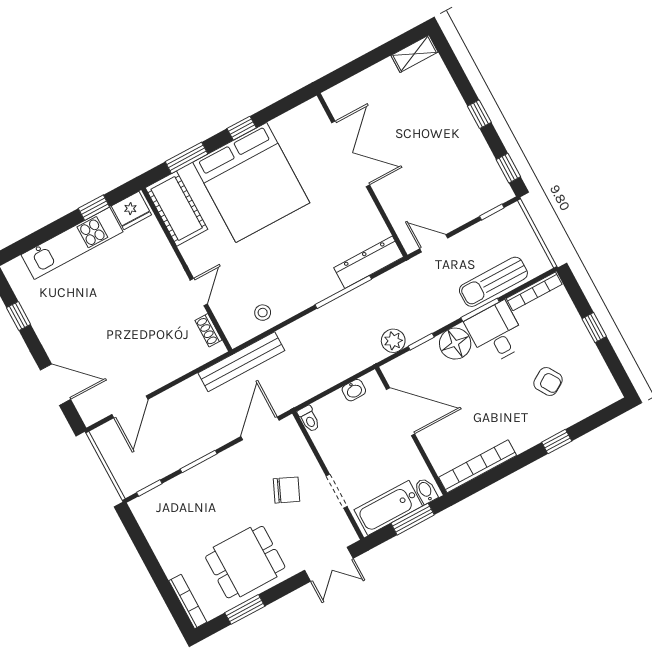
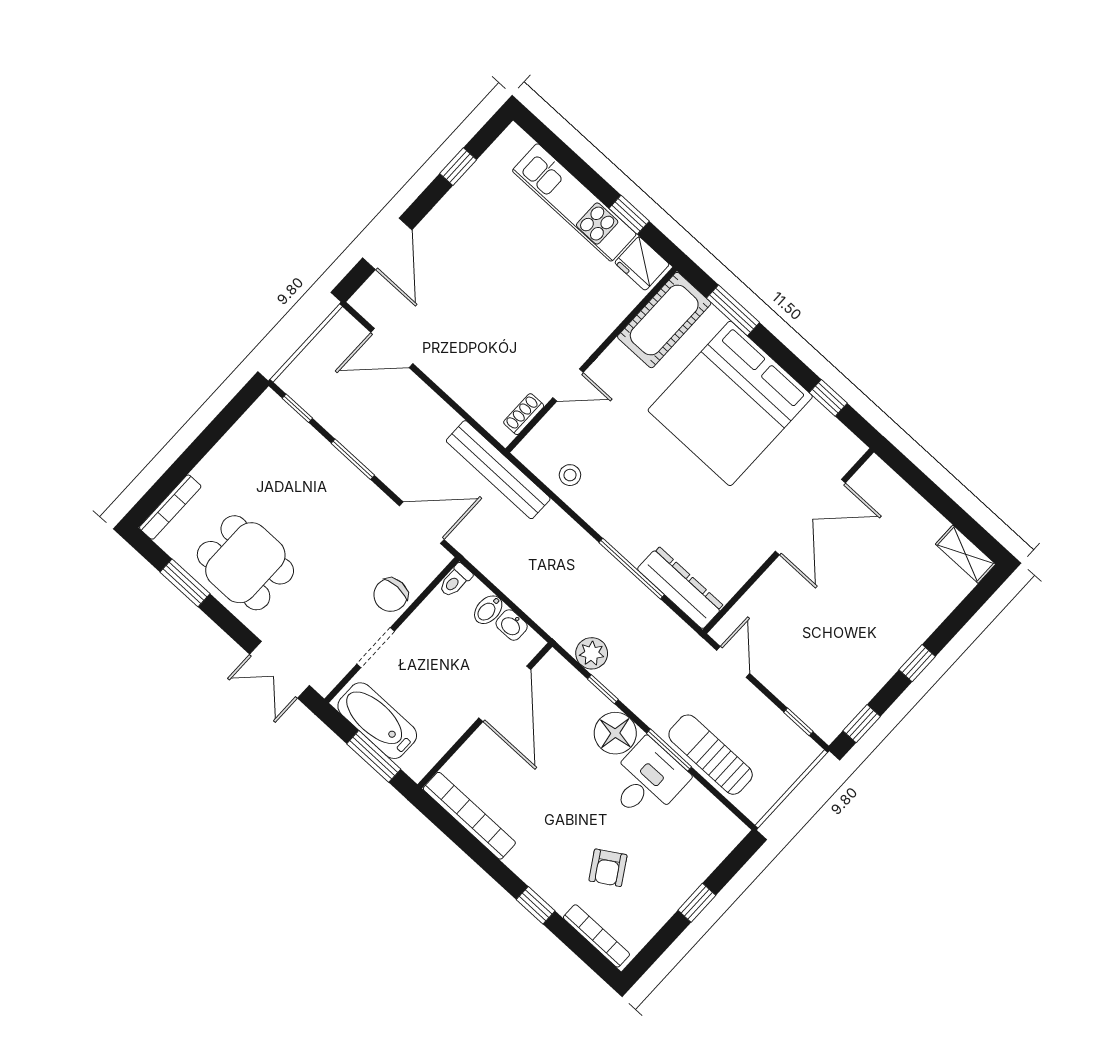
window: (242, 128) -> (828, 398), moved
bookcase: (534, 291) -> (596, 936), moved, turned 180
chair: (286, 490) -> (391, 595), moved, turned 66
bidet: (426, 491) -> (488, 610), moved, turned 180

